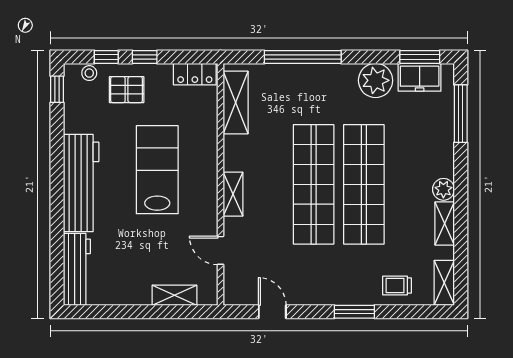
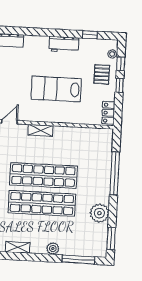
freezer: (420, 77) -> (100, 238), removed
window: (57, 89) -> (90, 35), moved
shelving: (236, 102) -> (91, 135), removed
lab bench: (157, 170) -> (56, 89), turned 180
workbench: (81, 183) -> (64, 44), width x0.53, depth x0.76
plant: (443, 189) -> (53, 249), moved

